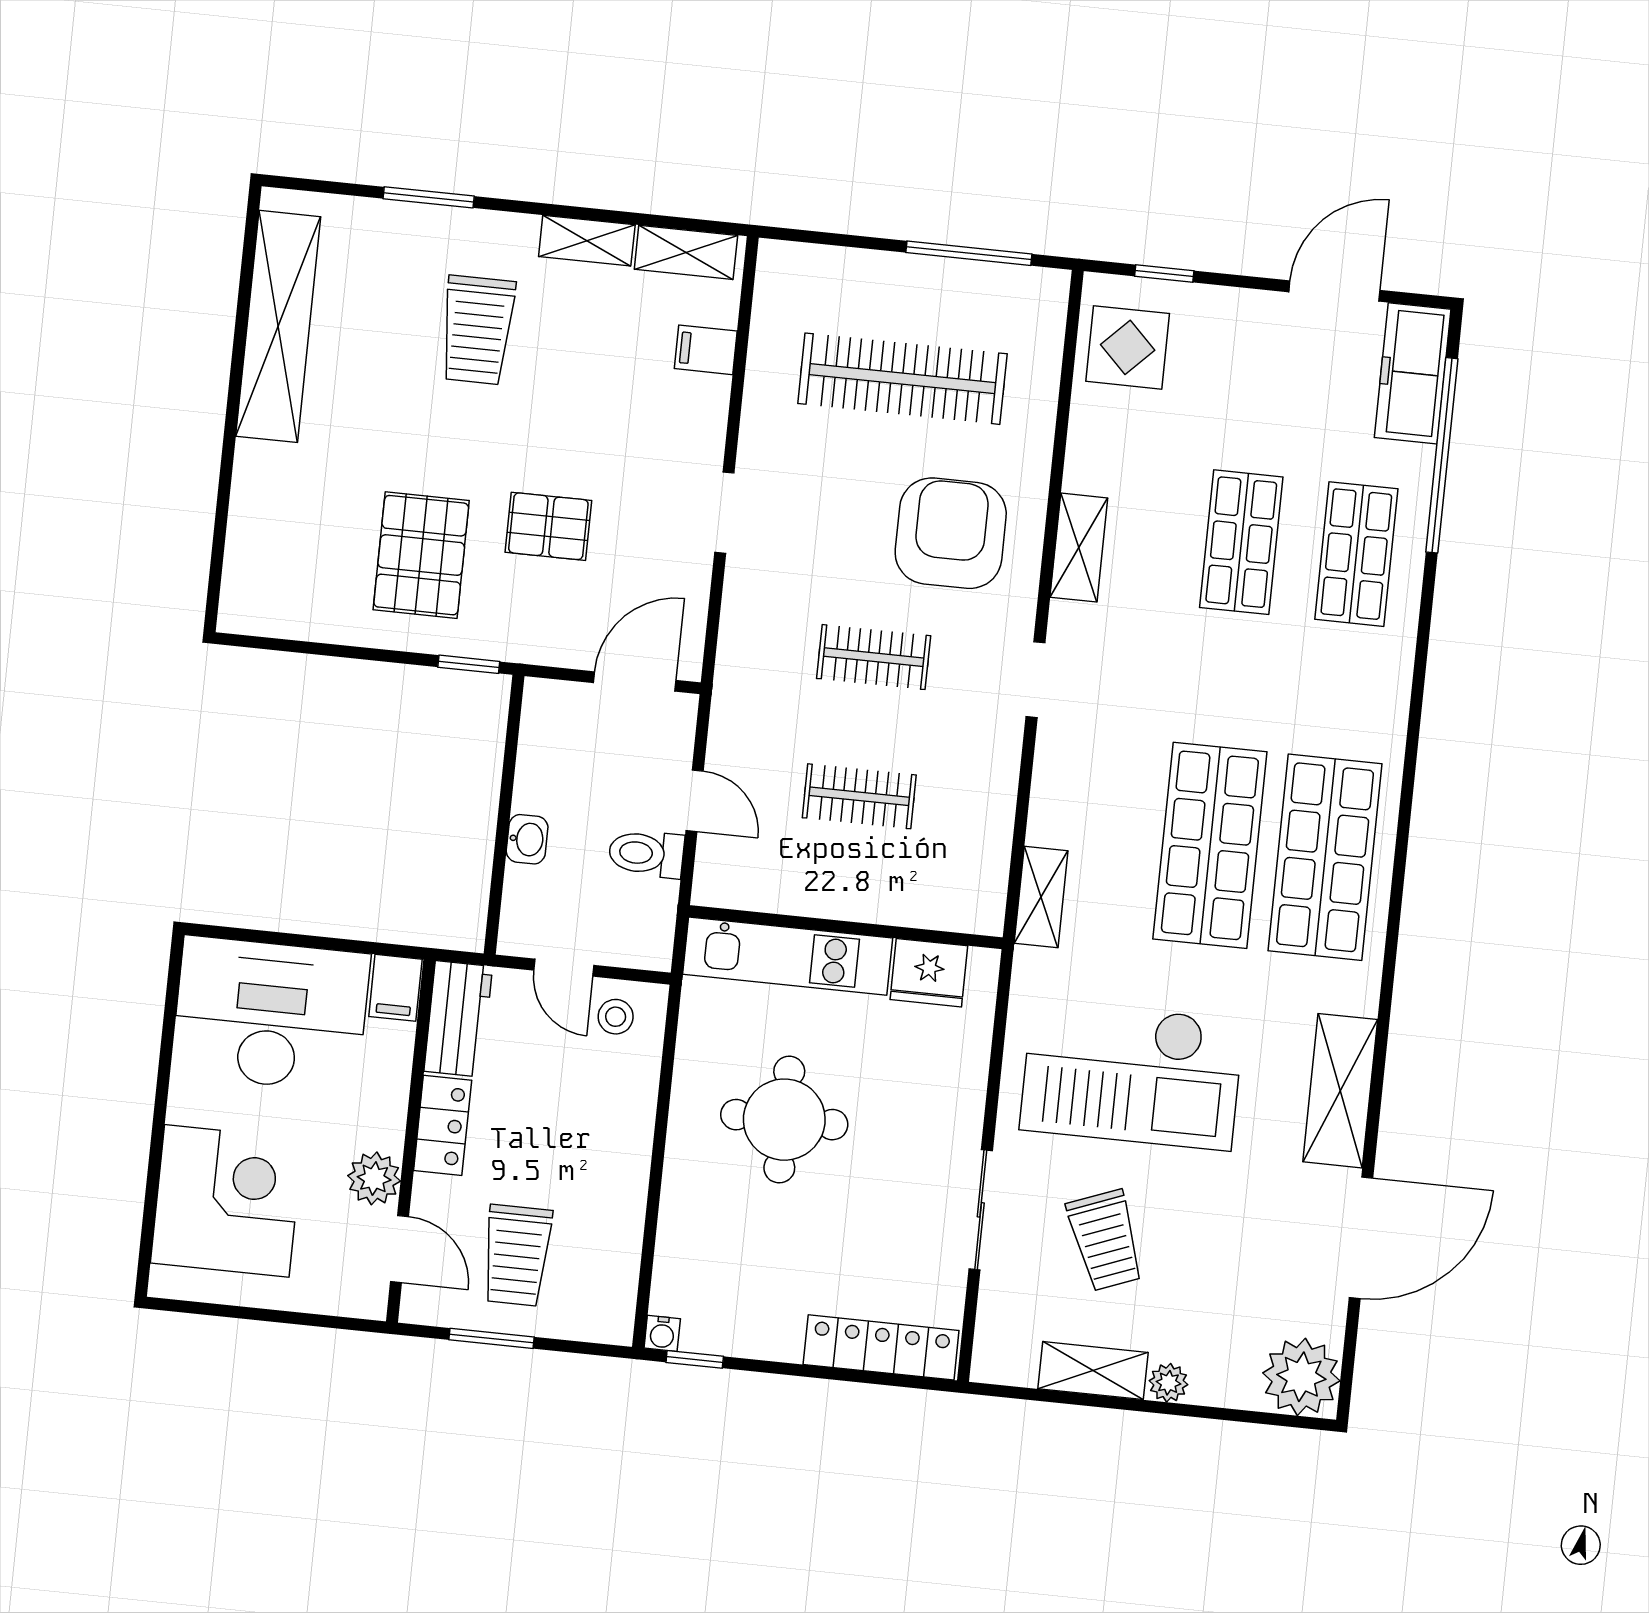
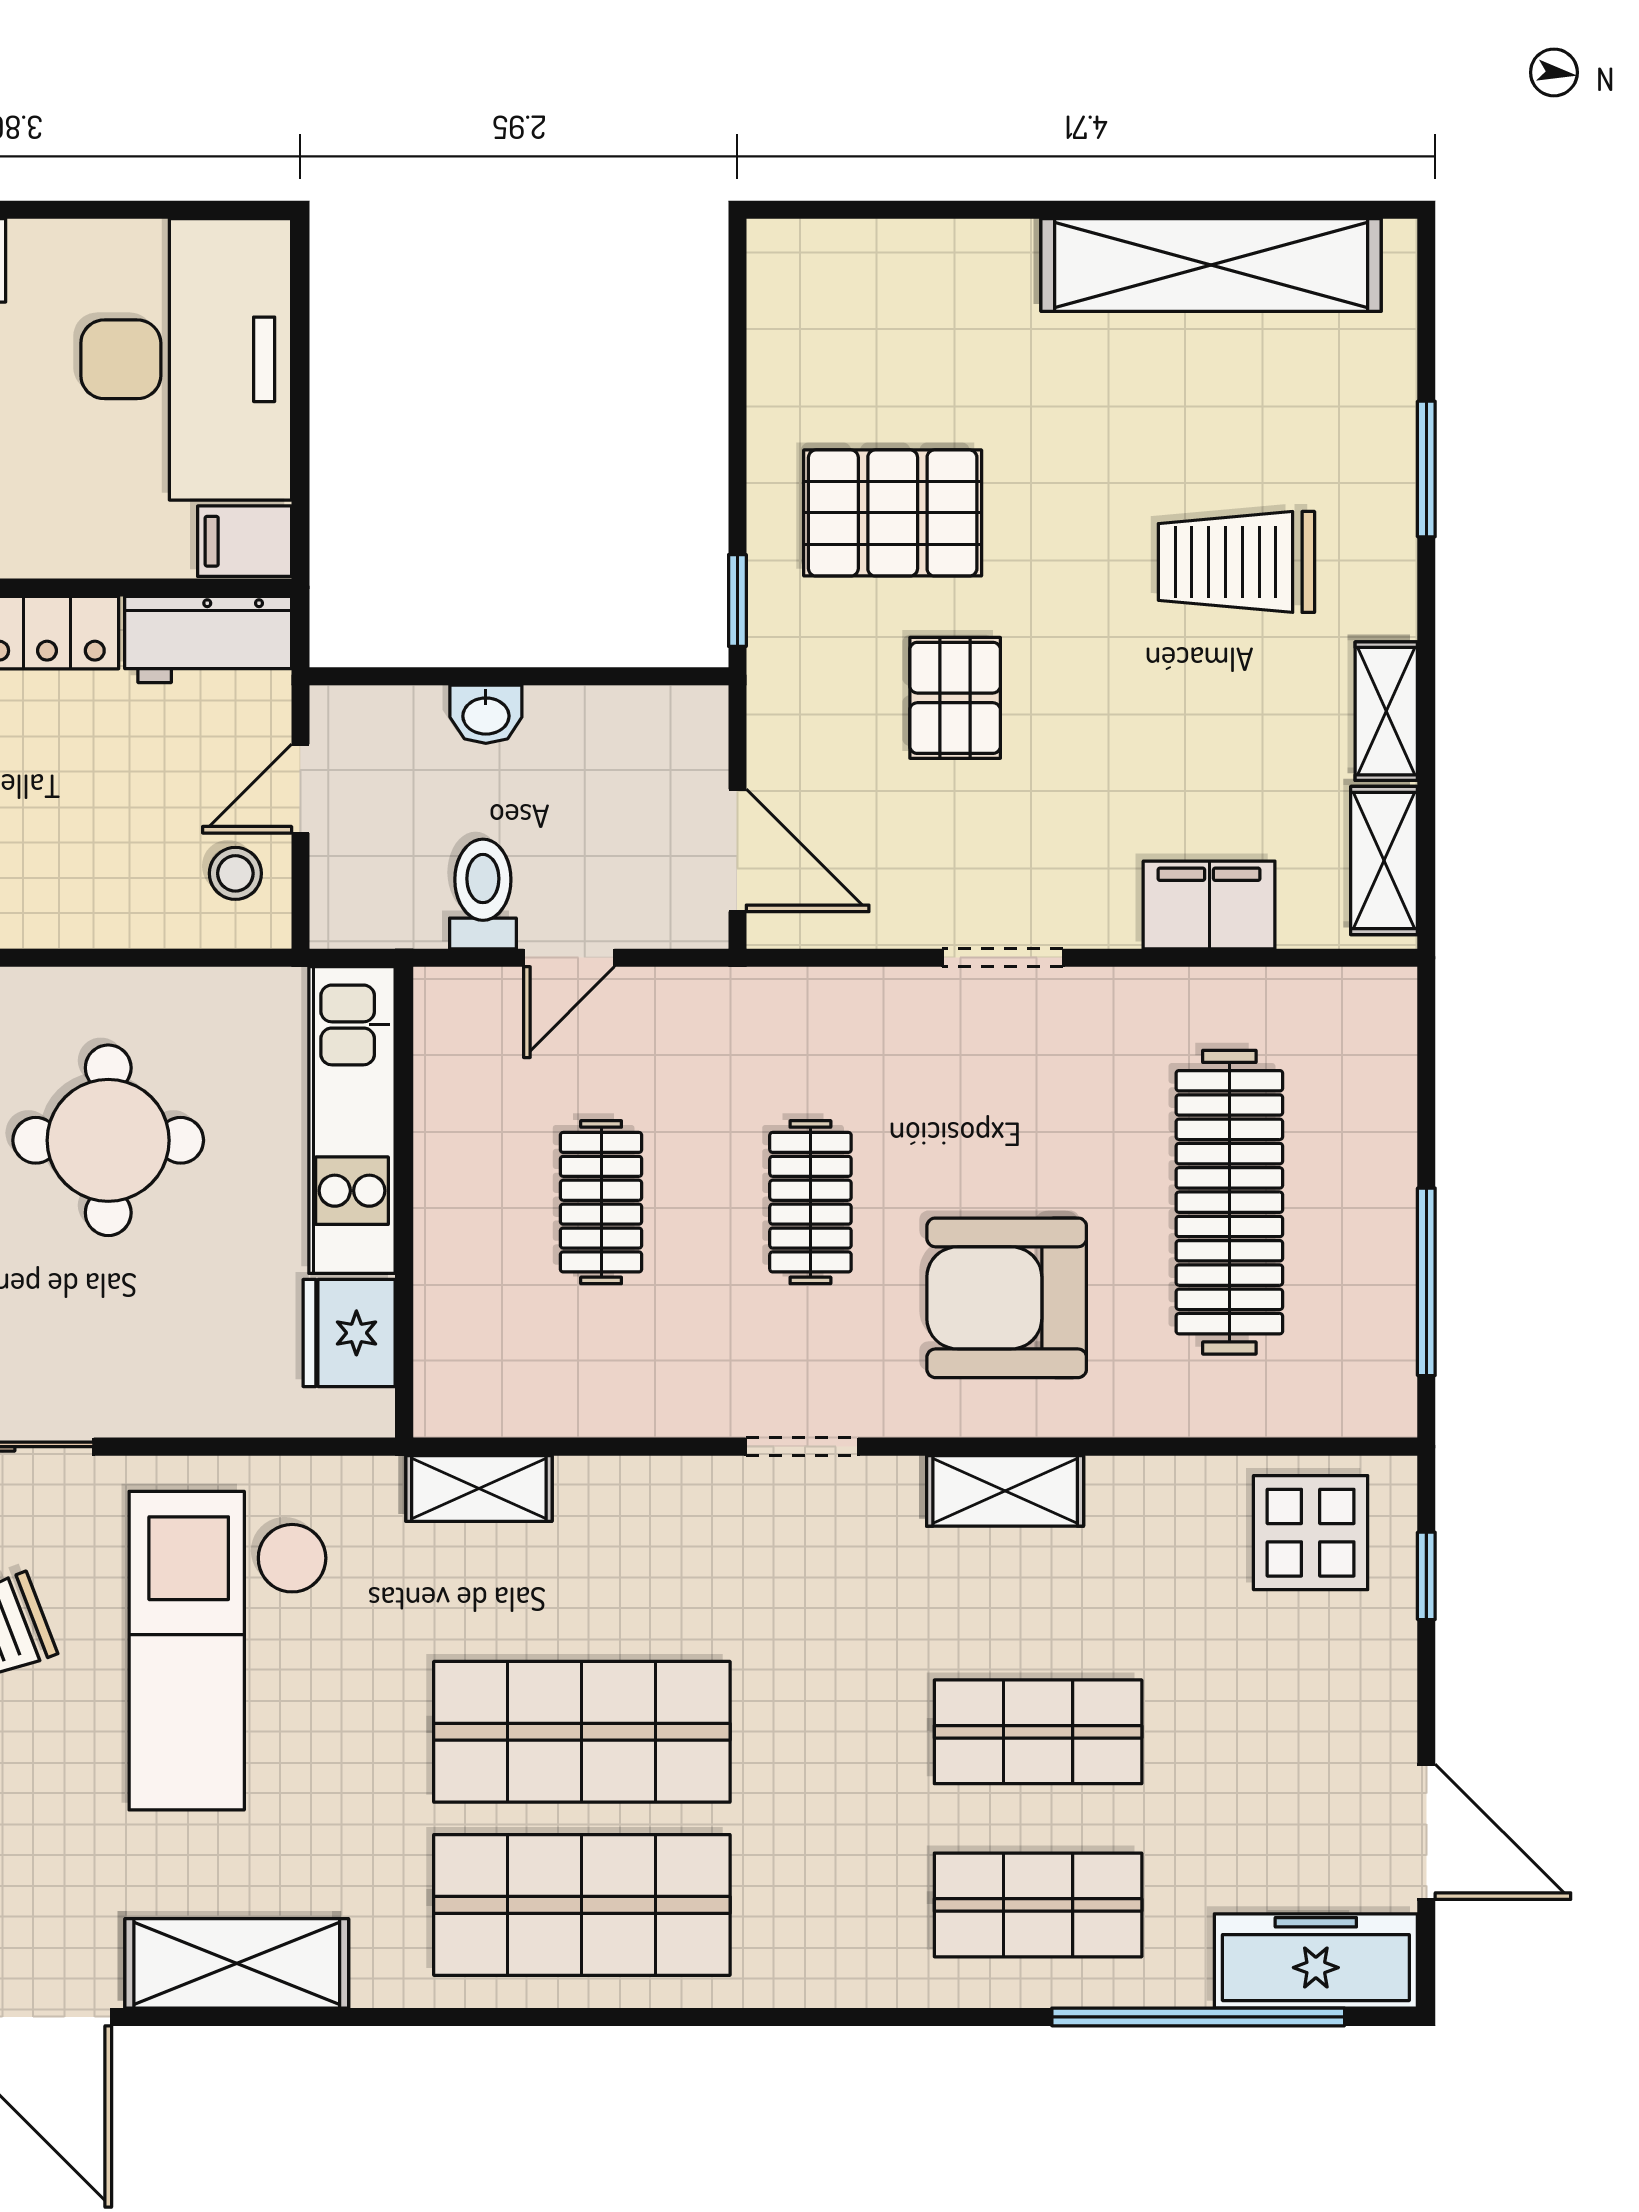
filing cabinet: (706, 350) -> (1209, 905), width x2.00
armchair: (951, 533) -> (1007, 1298), turned 180

